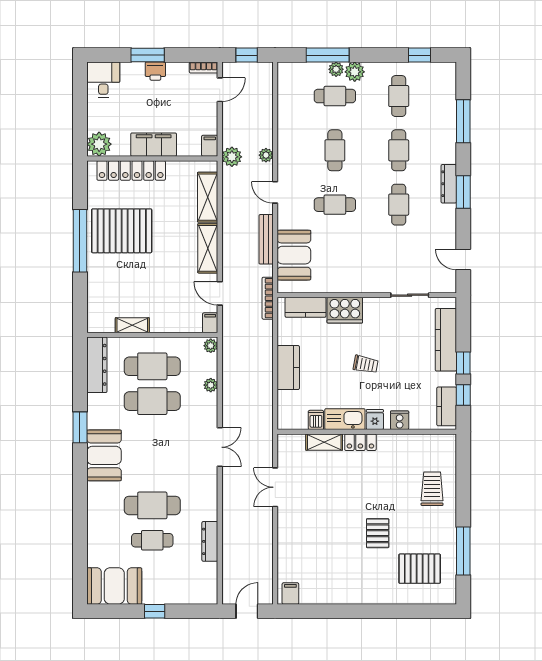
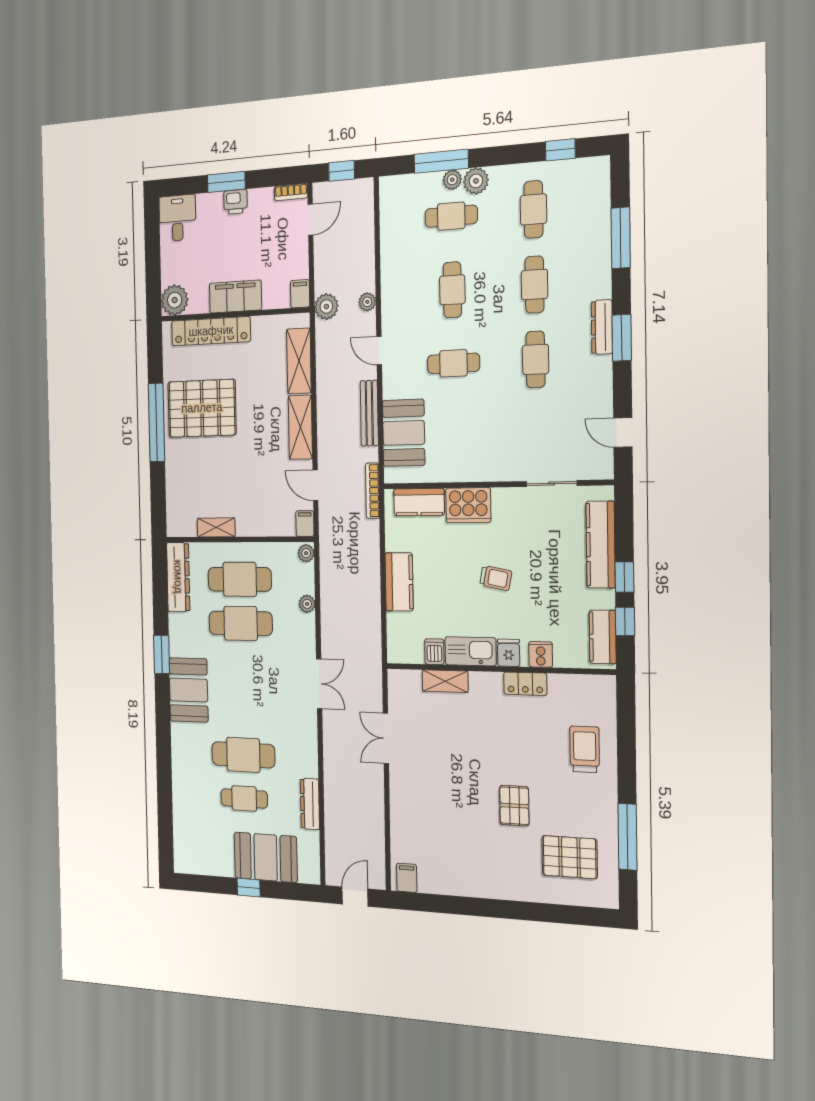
locker: (360, 442) -> (525, 684), moved
booth: (114, 586) -> (266, 857), moved

